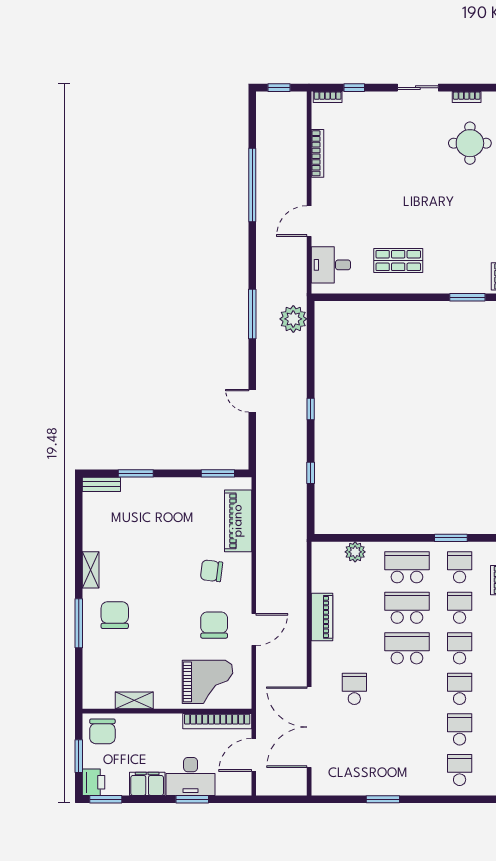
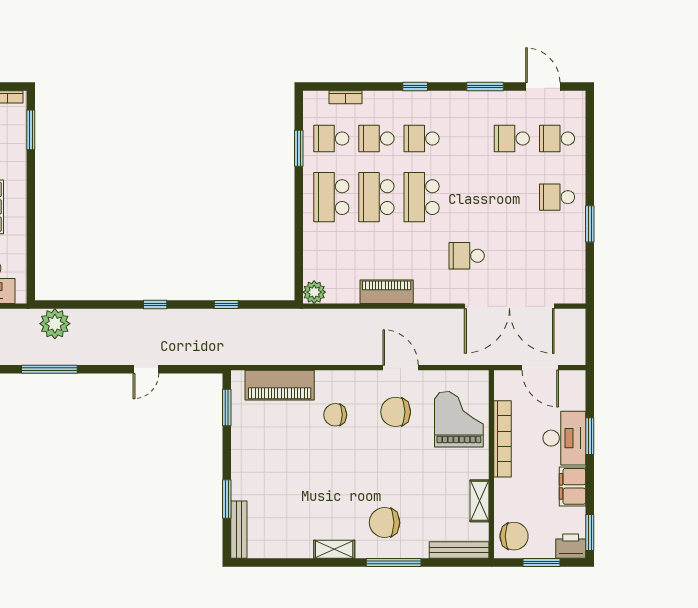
bench: (101, 484) -> (239, 530), width x1.36
plant: (355, 552) -> (314, 292), moved
chair: (211, 571) -> (335, 415), turned 83
bench: (90, 682) -> (459, 550), added
school desk: (460, 689) -> (557, 197), moved
bookcase: (217, 721) -> (503, 439), moved

